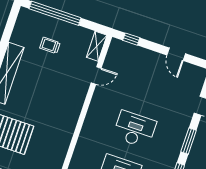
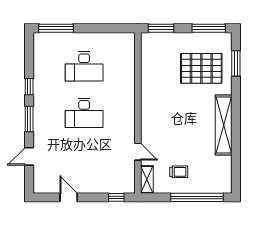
trolley: (50, 45) -> (179, 172), moved
door: (96, 75) -> (138, 152), swing flipped

